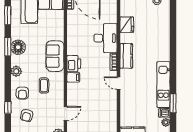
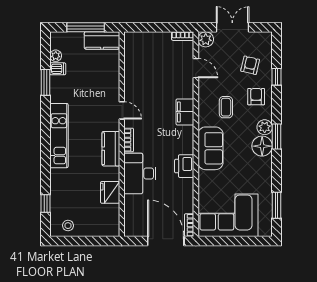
window: (173, 17) -> (45, 203), added
window: (8, 47) -> (277, 137), moved
floor lamp: (18, 47) -> (262, 146), moved
printer: (74, 64) -> (184, 166), moved
filing cabinet: (73, 77) -> (185, 112), width x2.00
kitchen unit: (163, 85) -> (59, 136), moved
door: (65, 113) -> (196, 68), swing flipped

